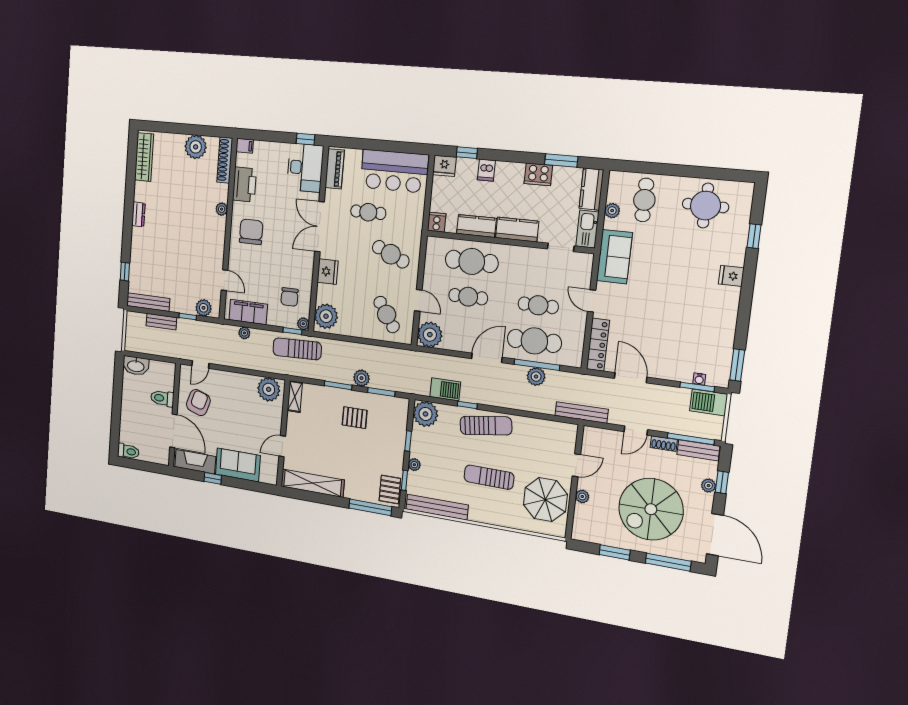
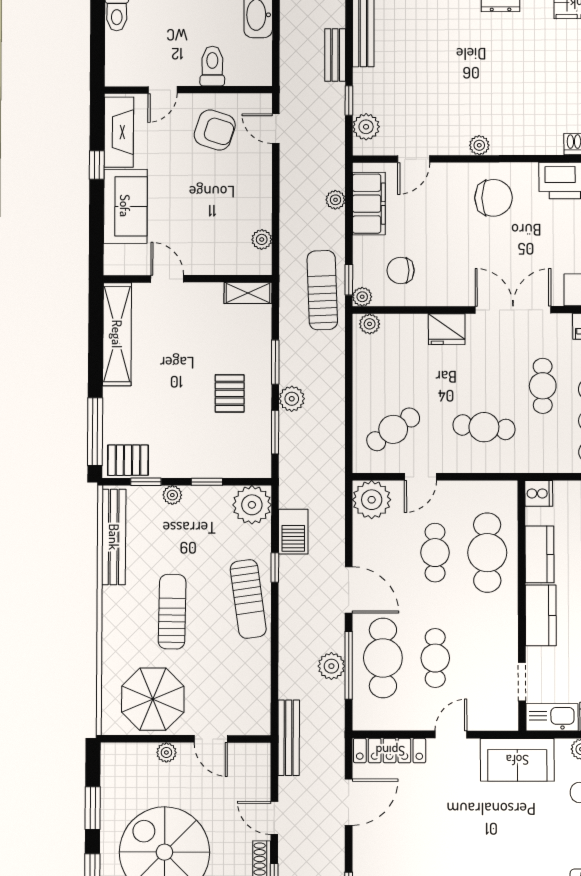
plant: (222, 209) -> (479, 145), moved
cafe table: (391, 254) -> (484, 427), turned 73
plant: (326, 316) -> (370, 324), width x0.53, depth x0.53
plant: (269, 389) -> (262, 239), width x0.53, depth x0.53
door: (173, 431) -> (163, 90), width x0.53

